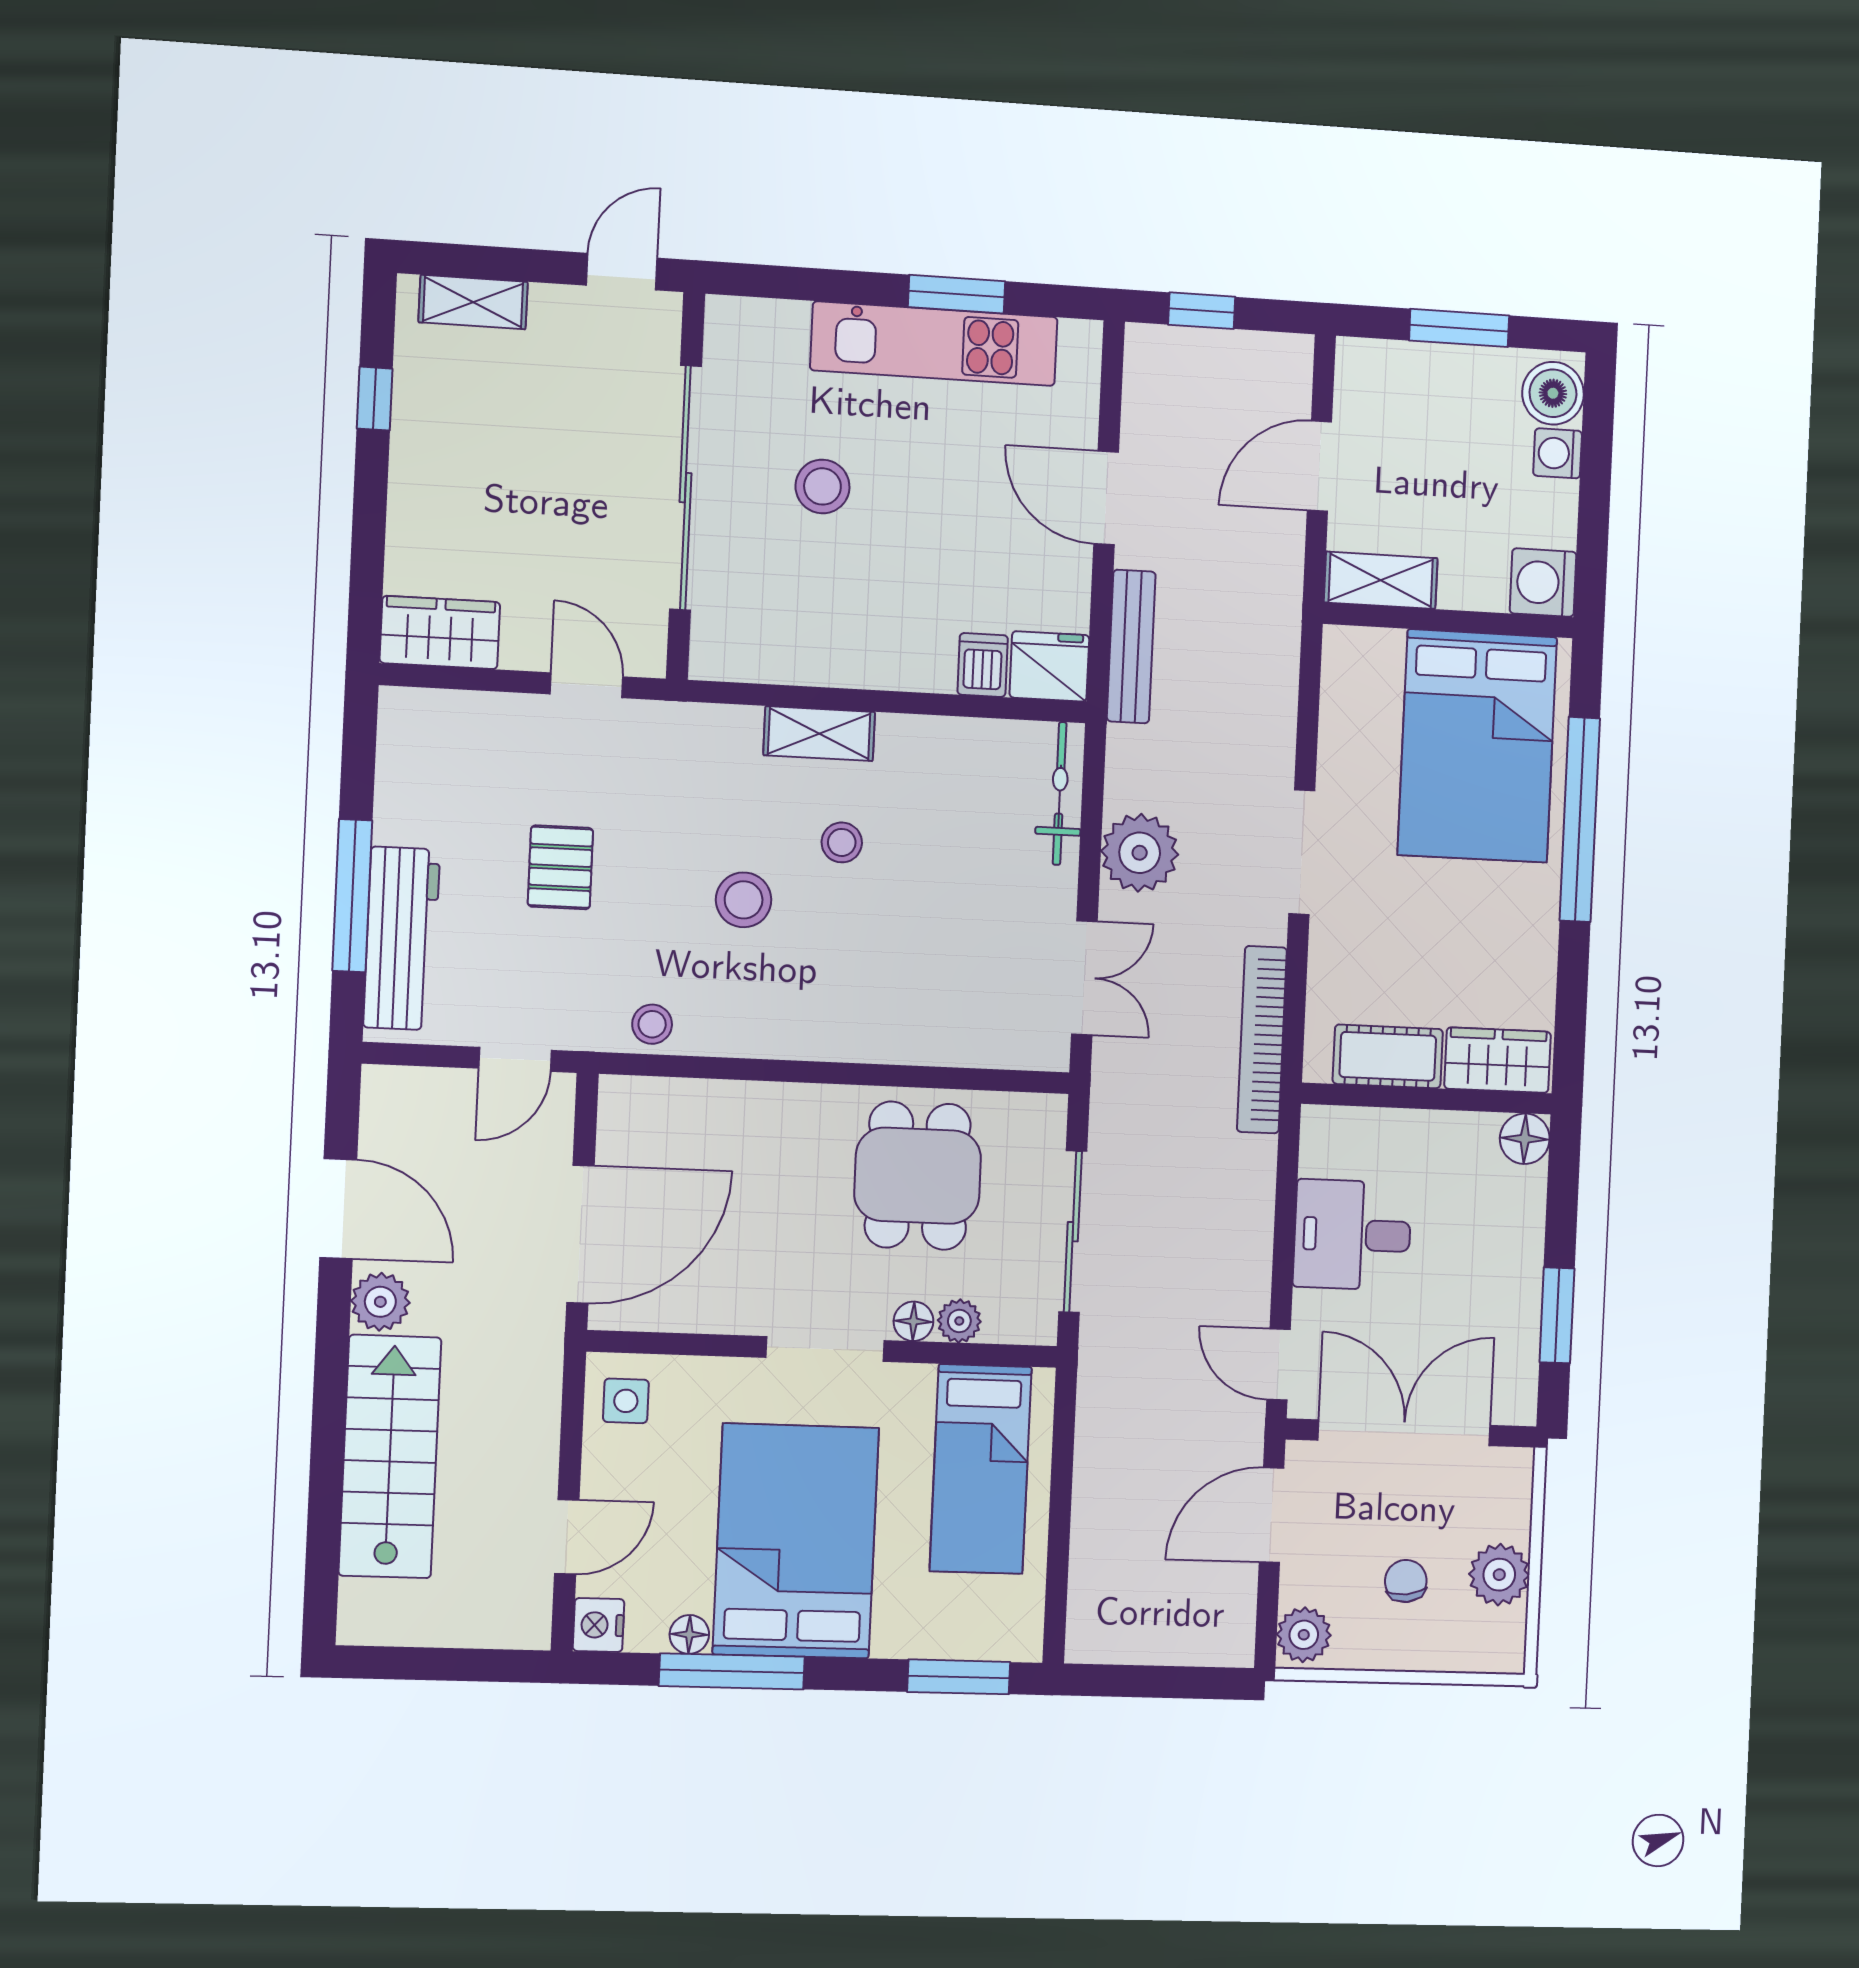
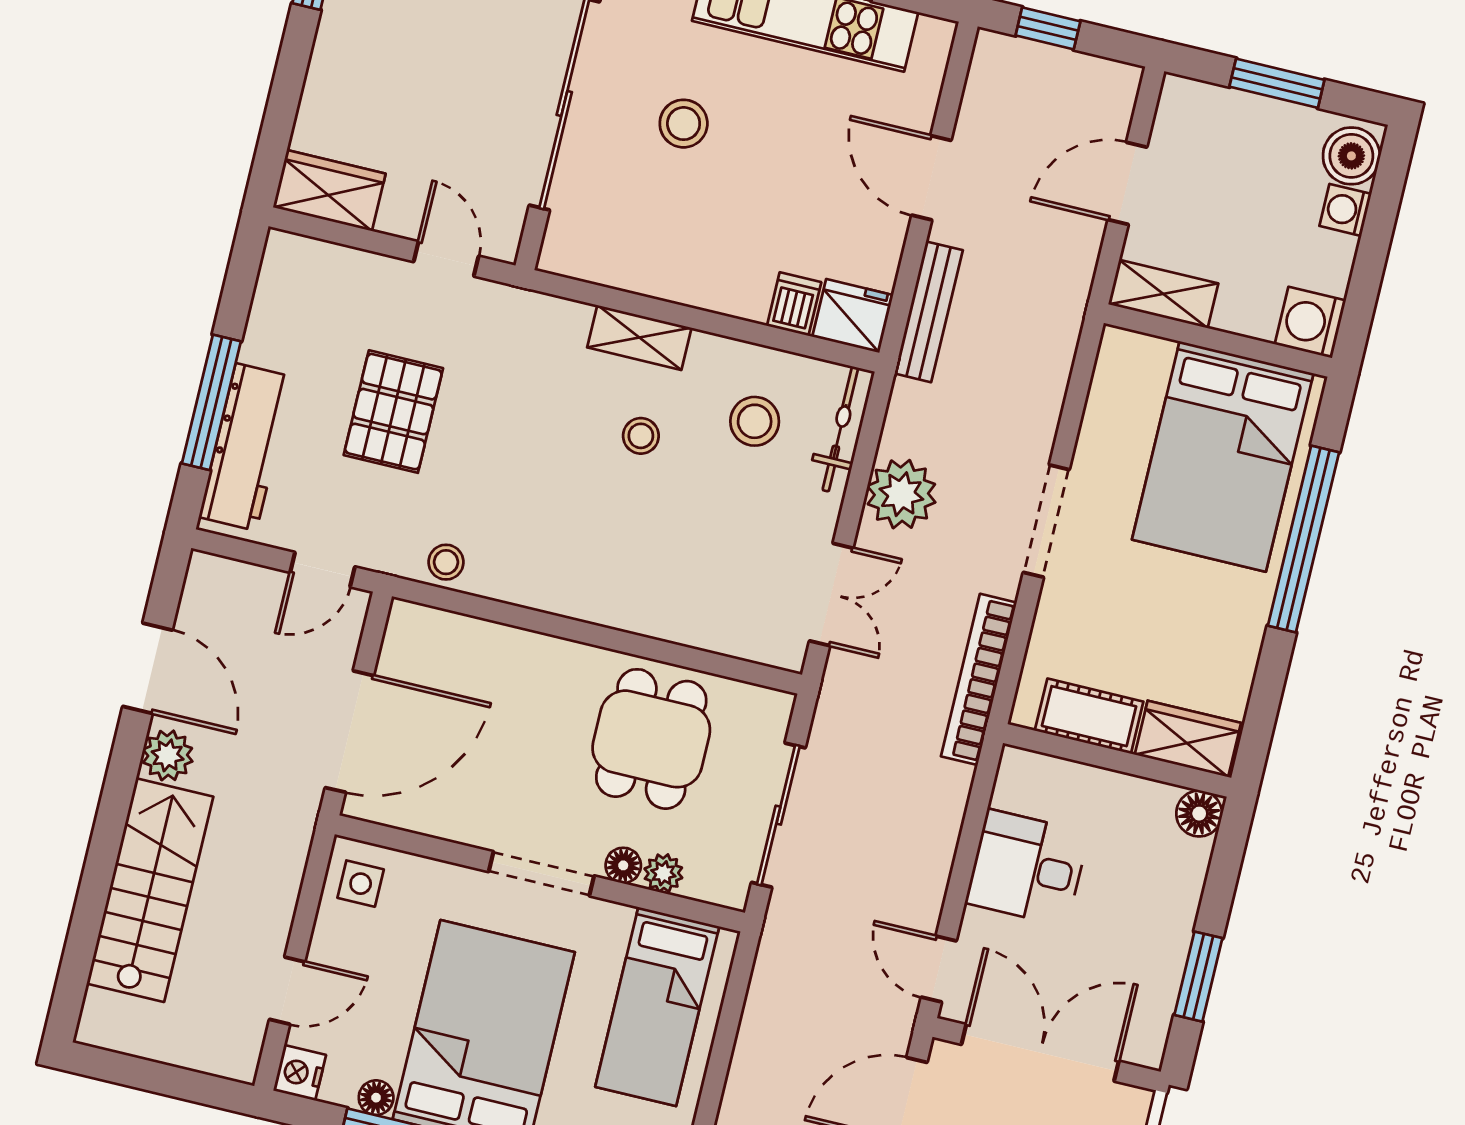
pallet: (560, 867) -> (393, 412), width x1.50, depth x1.42
stool: (744, 900) -> (755, 421), moved

